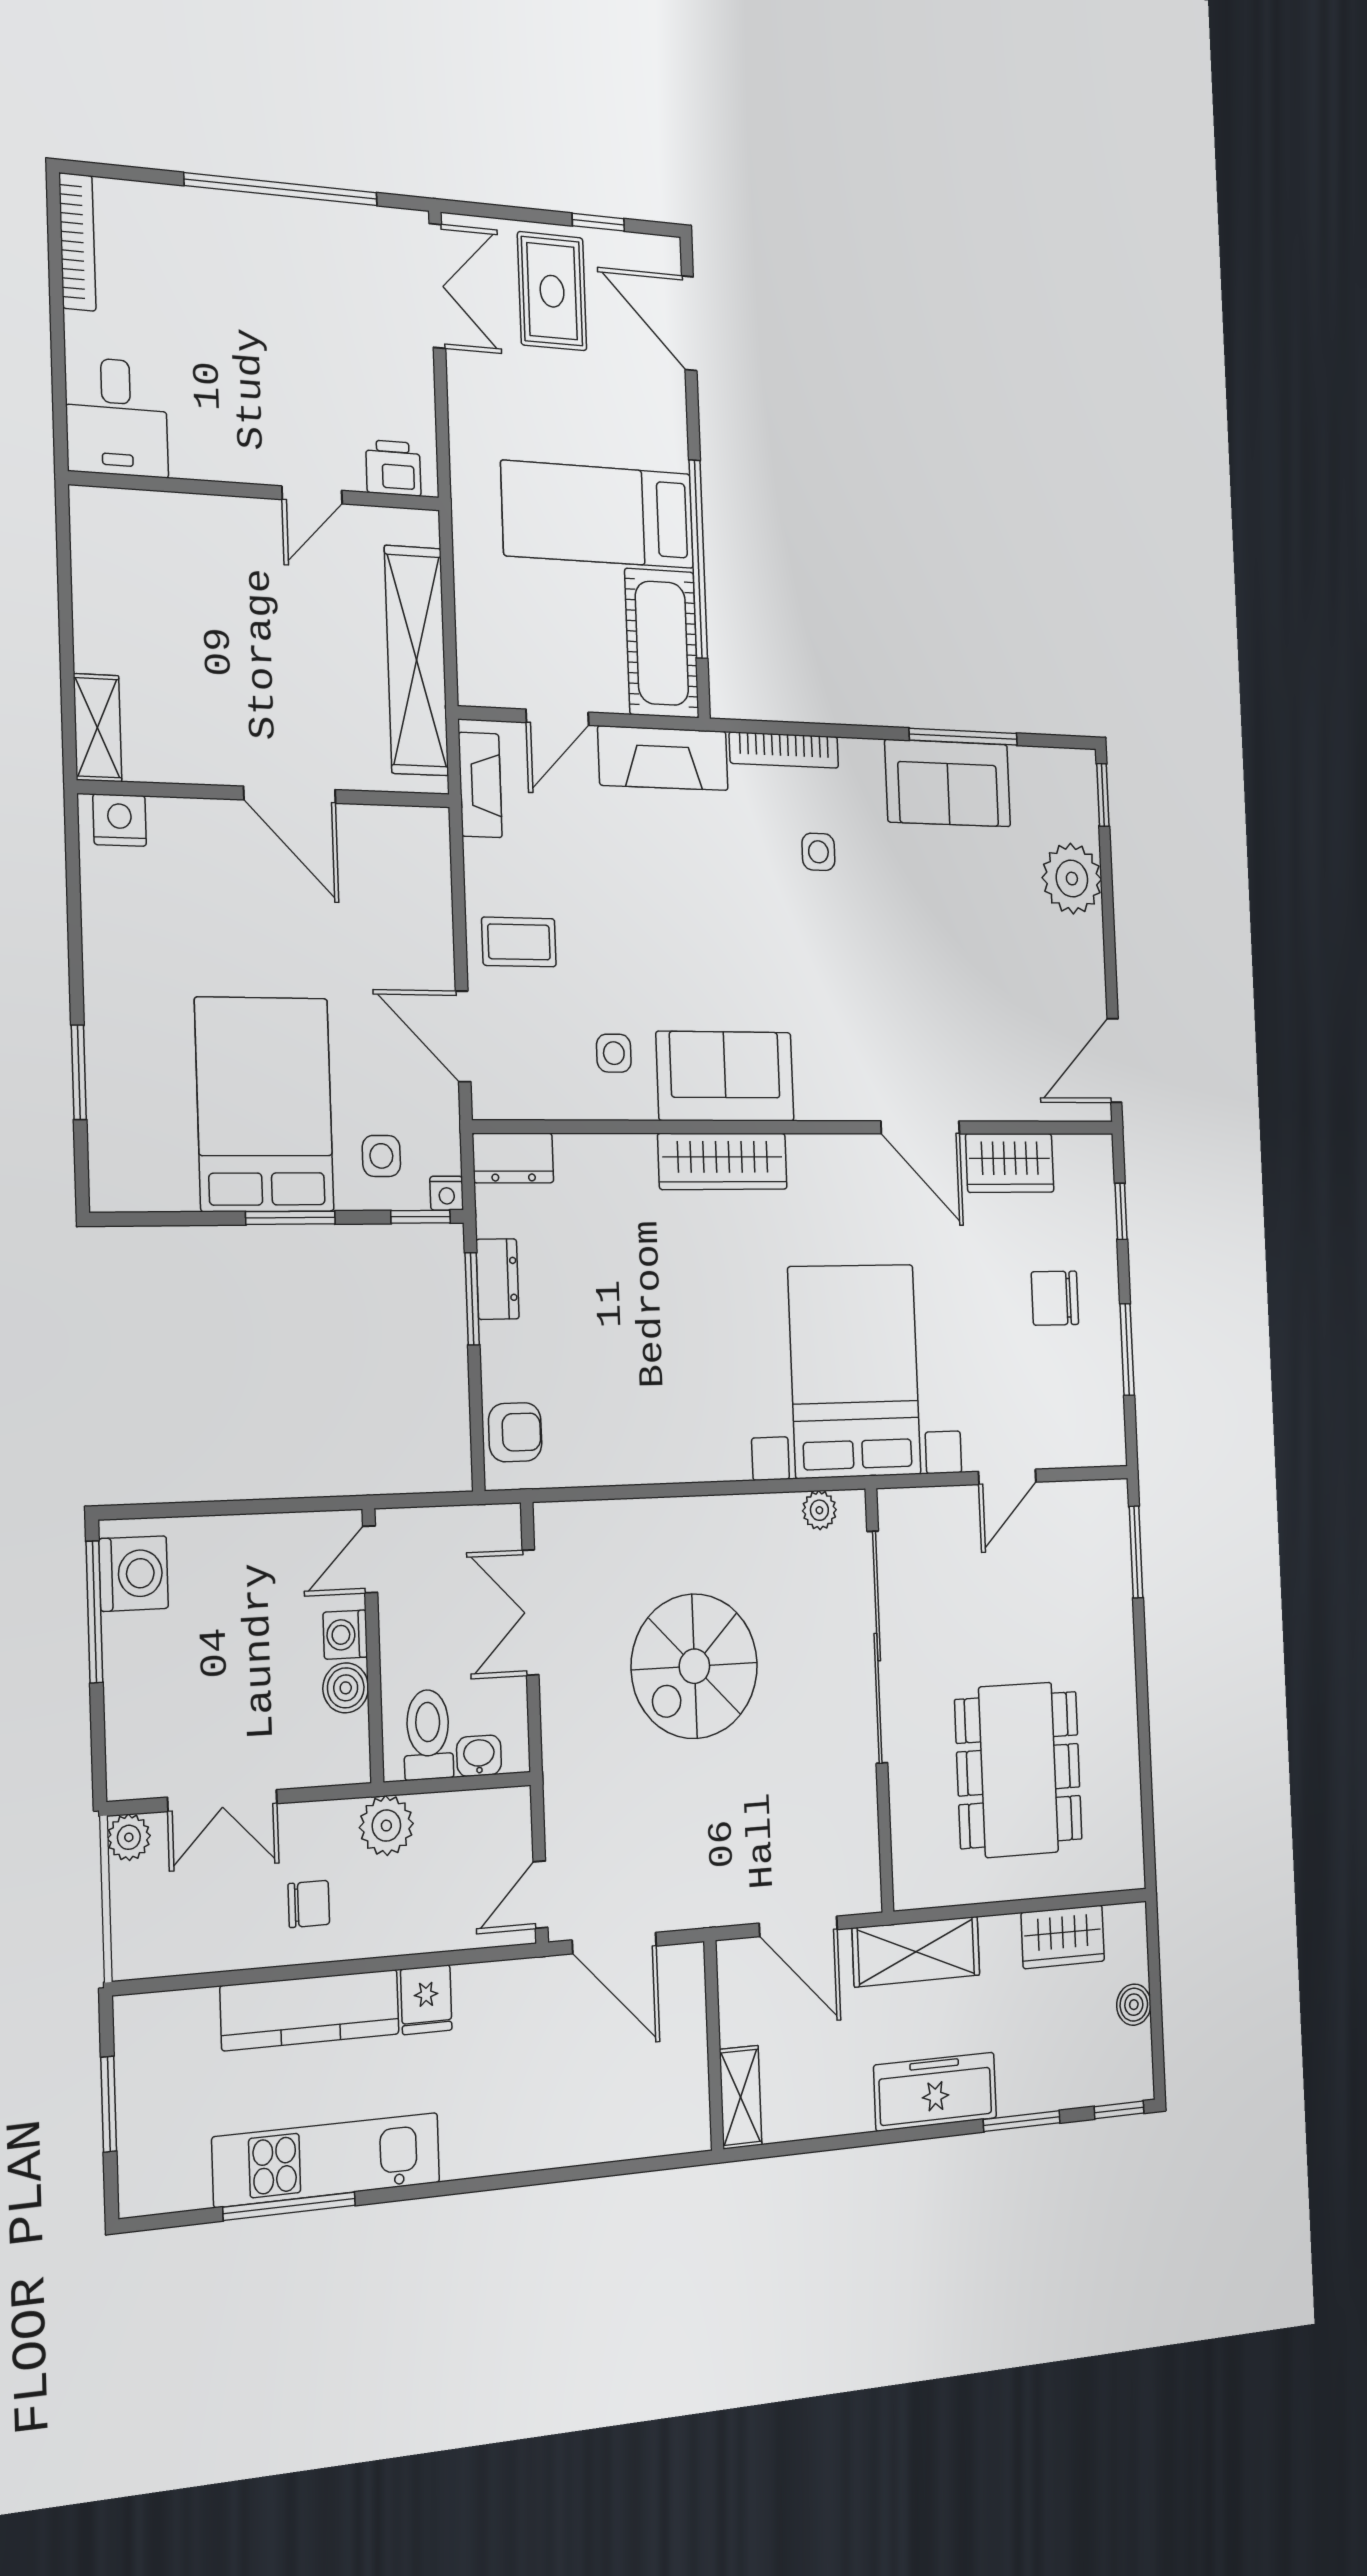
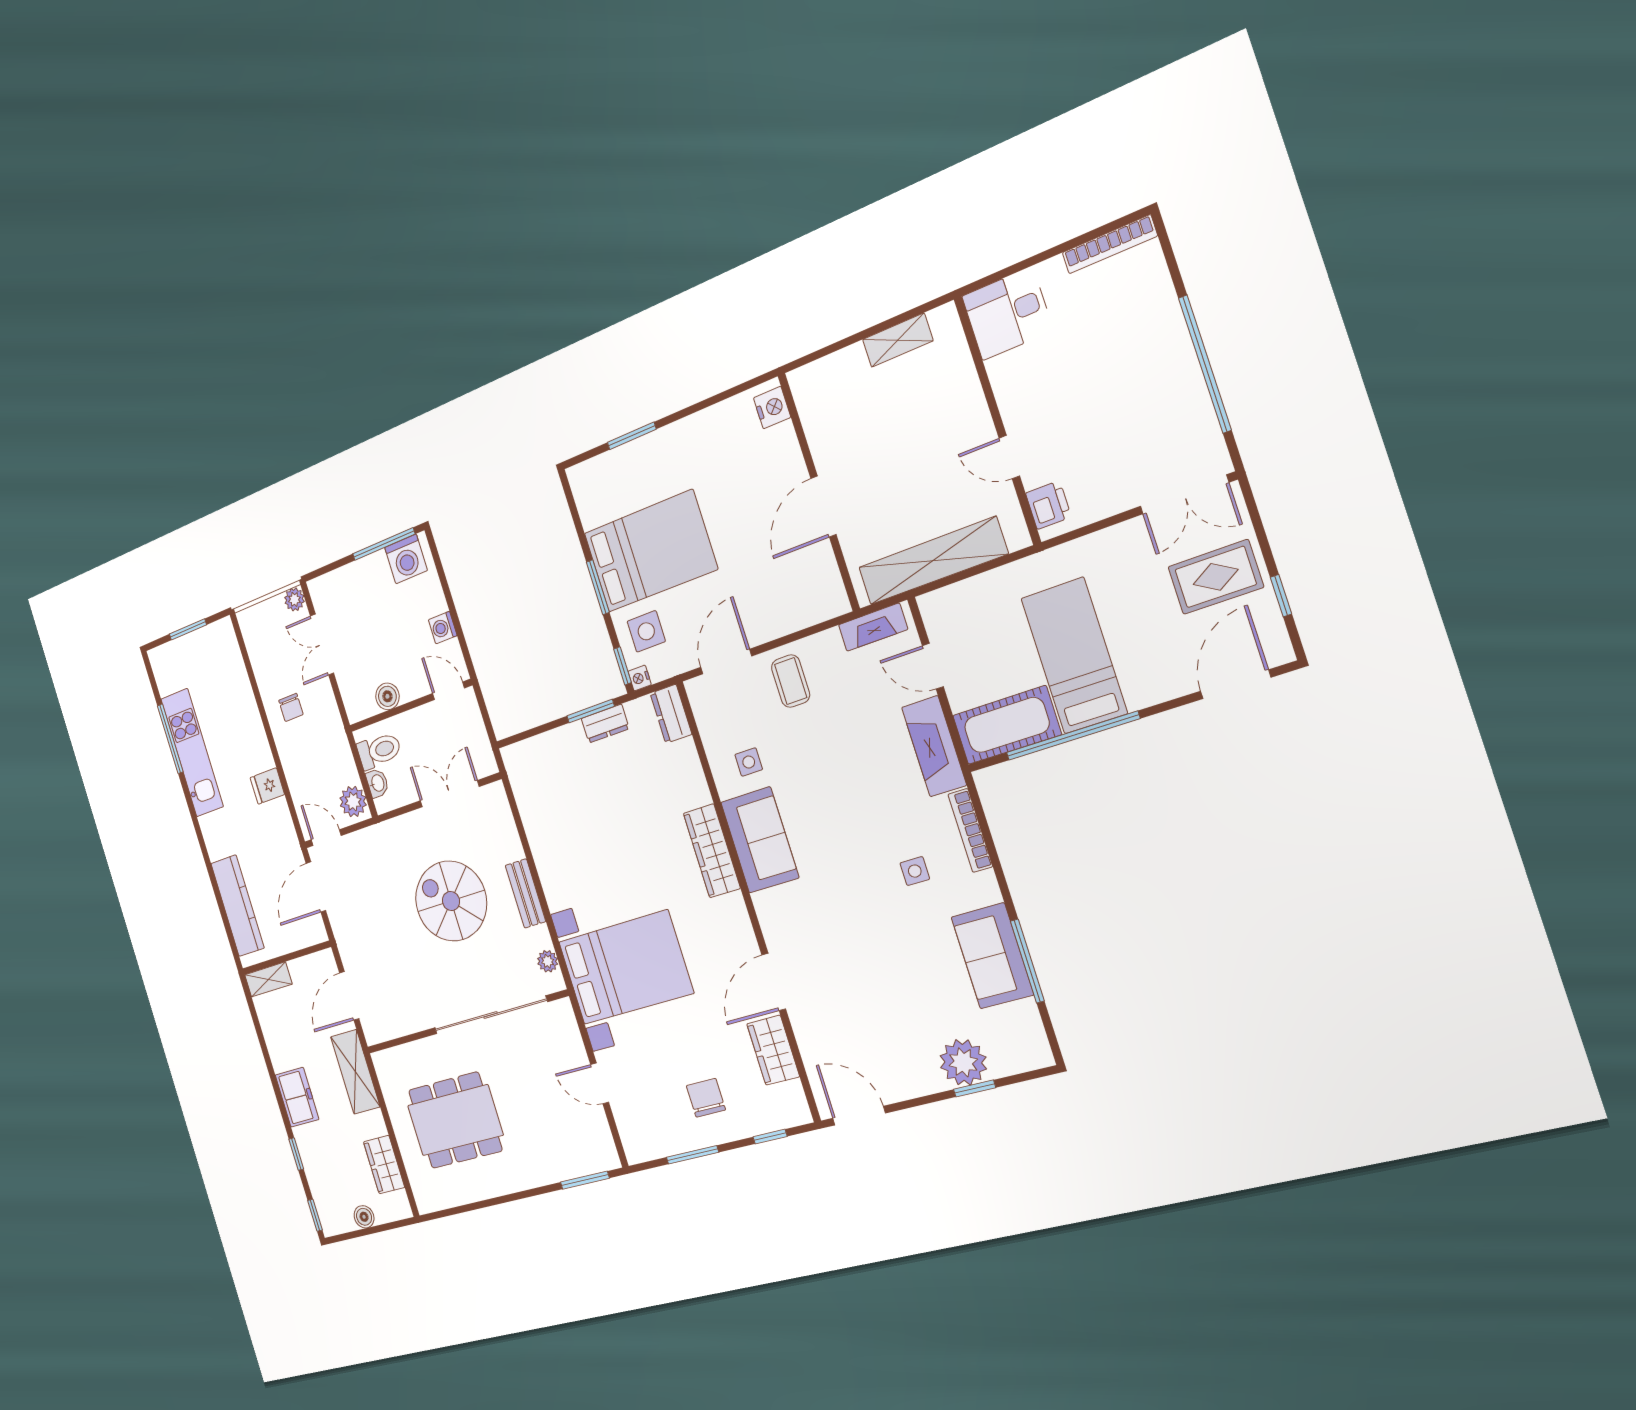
shelving: (98, 728) -> (898, 340), moved
window: (1103, 795) -> (975, 1089), moved
side table: (381, 1156) -> (646, 631), width x1.37, depth x1.37
armchair: (515, 1432) -> (532, 758), removed
bench: (713, 1517) -> (526, 893), added
washing machine: (345, 1635) -> (443, 628), moved, turned -90
plant: (386, 1826) -> (353, 802), moved
kitchen counter: (310, 2010) -> (238, 906), moved, turned 180
freezer: (935, 2092) -> (297, 1097), width x0.71
window: (1022, 2121) -> (296, 1154), width x0.67

